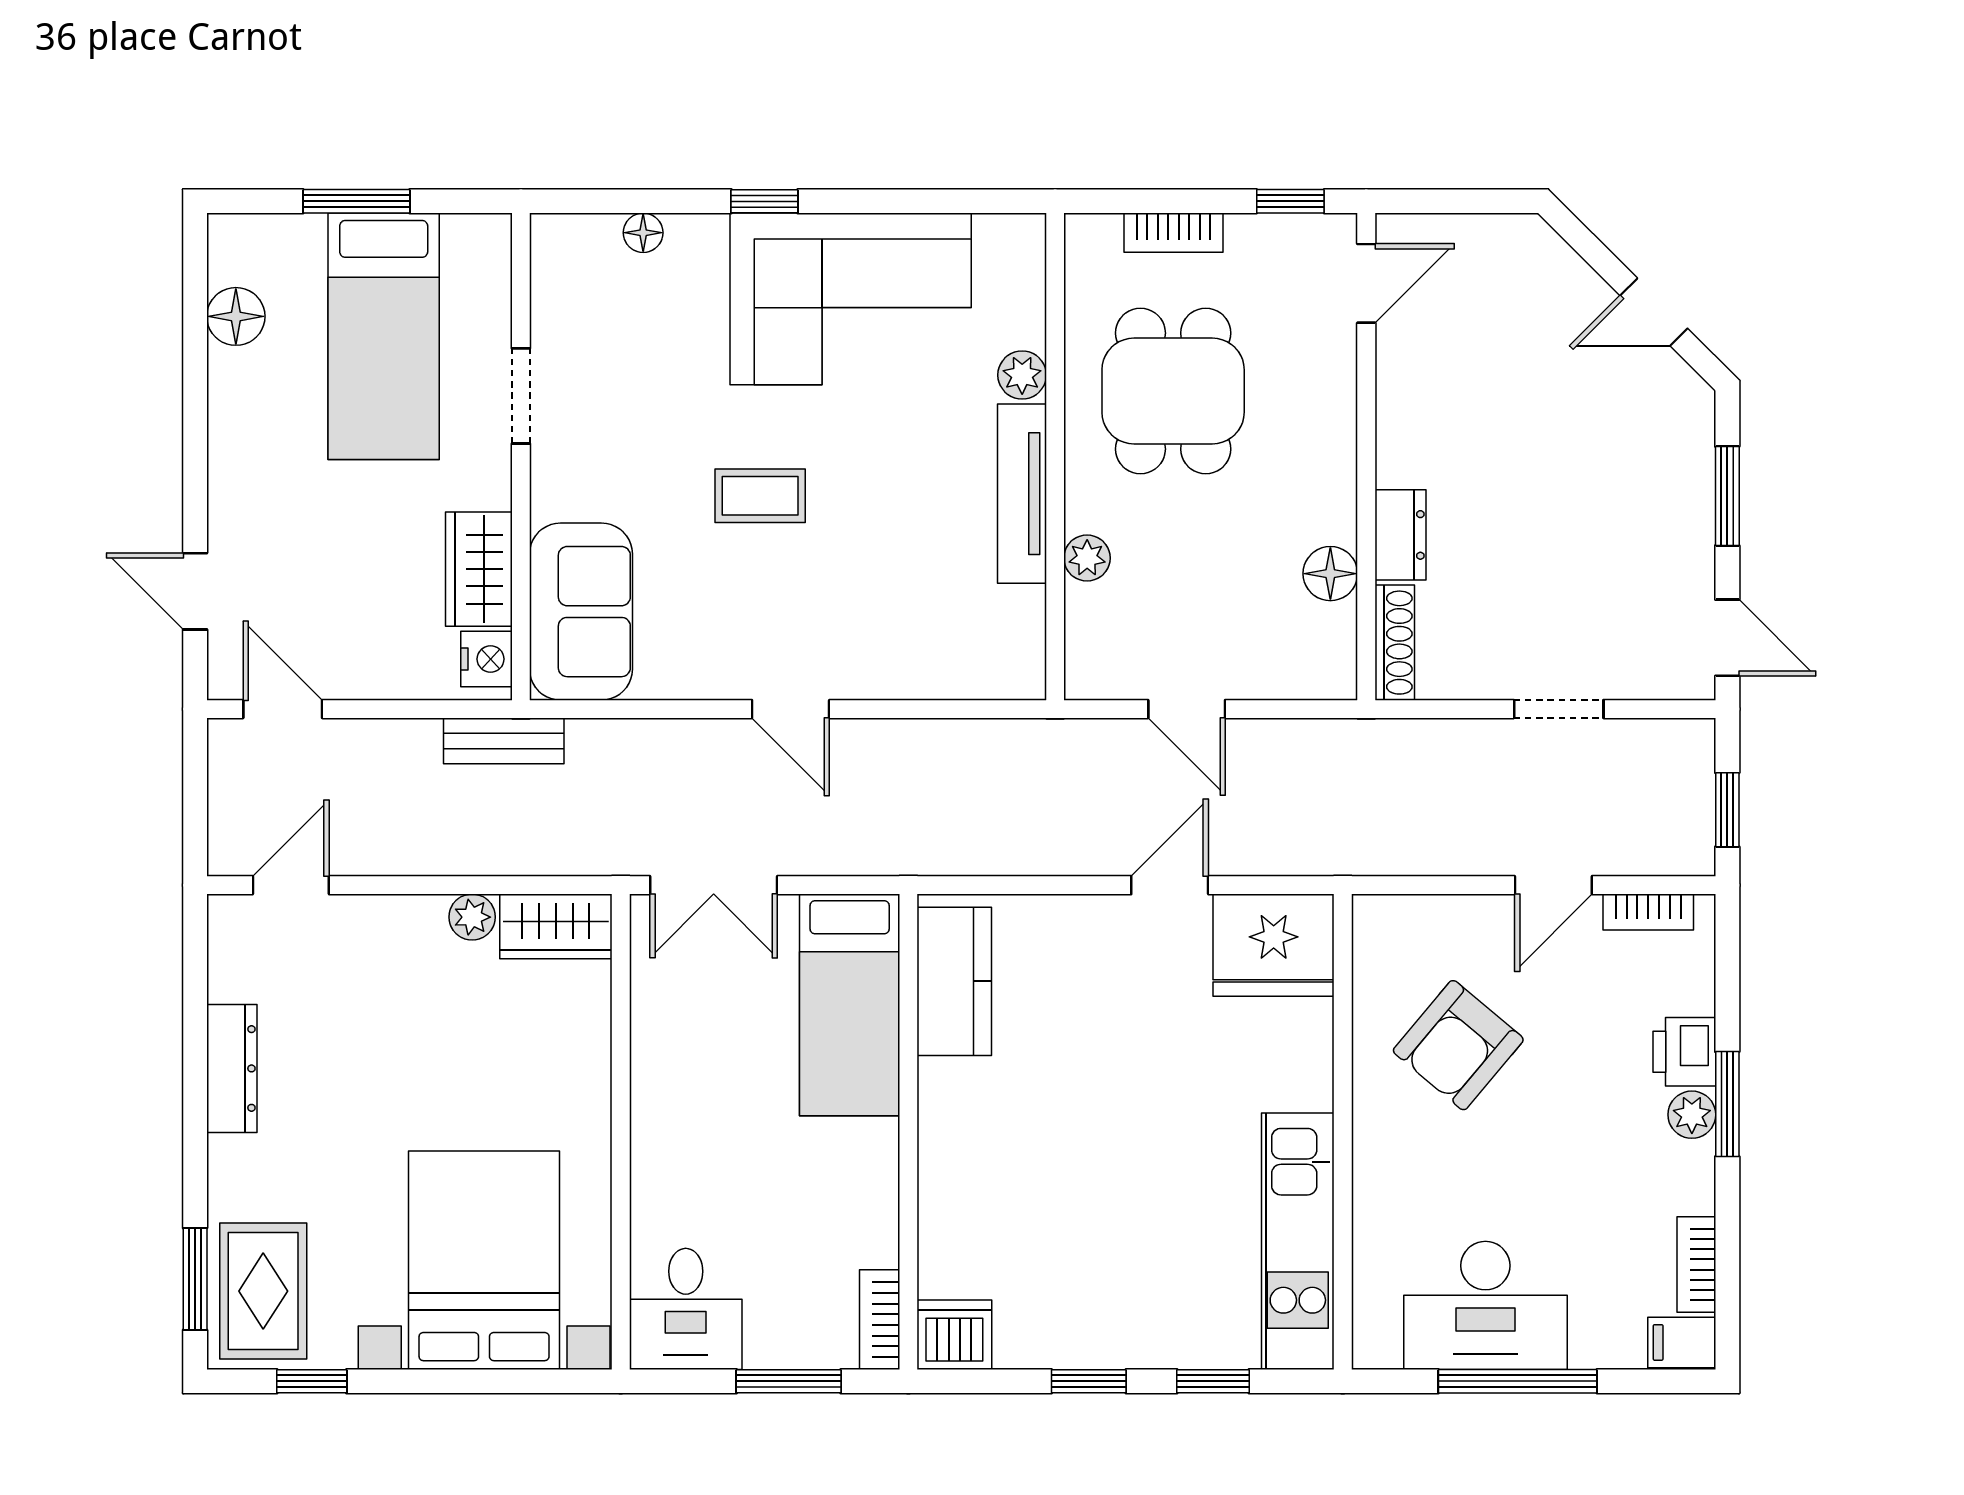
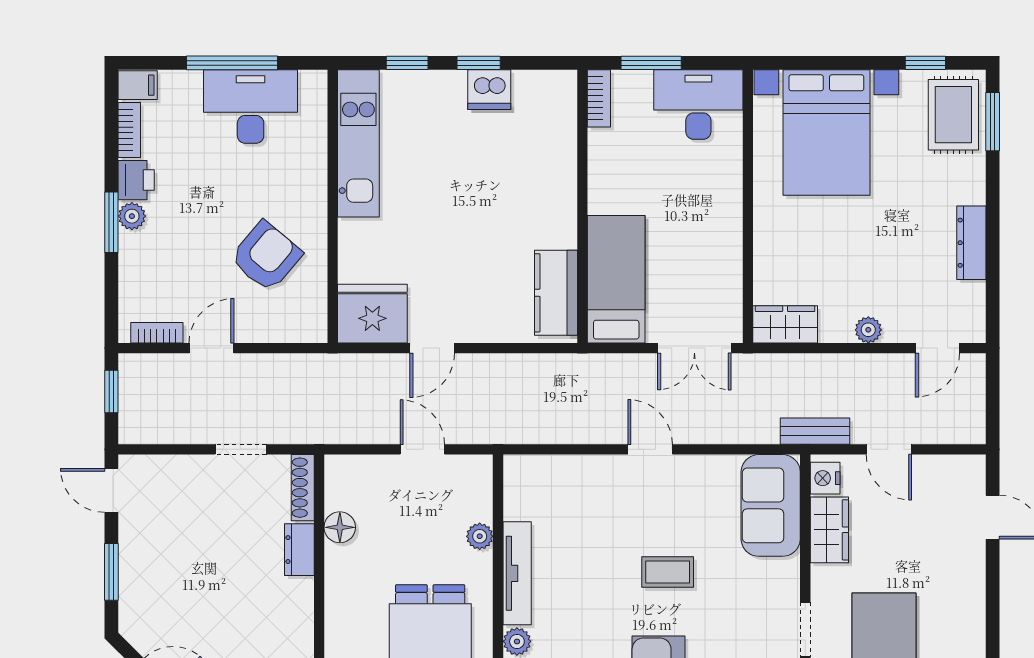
door: (283, 709) -> (889, 449), moved
doorway: (1559, 709) -> (241, 449), moved
double door: (714, 885) -> (694, 348), swing flipped
plant: (472, 917) -> (868, 330), moved
printer: (1684, 1052) -> (136, 180), moved
desk: (686, 1309) -> (698, 104), width x1.37
dishwasher: (954, 1335) -> (489, 90), moved

